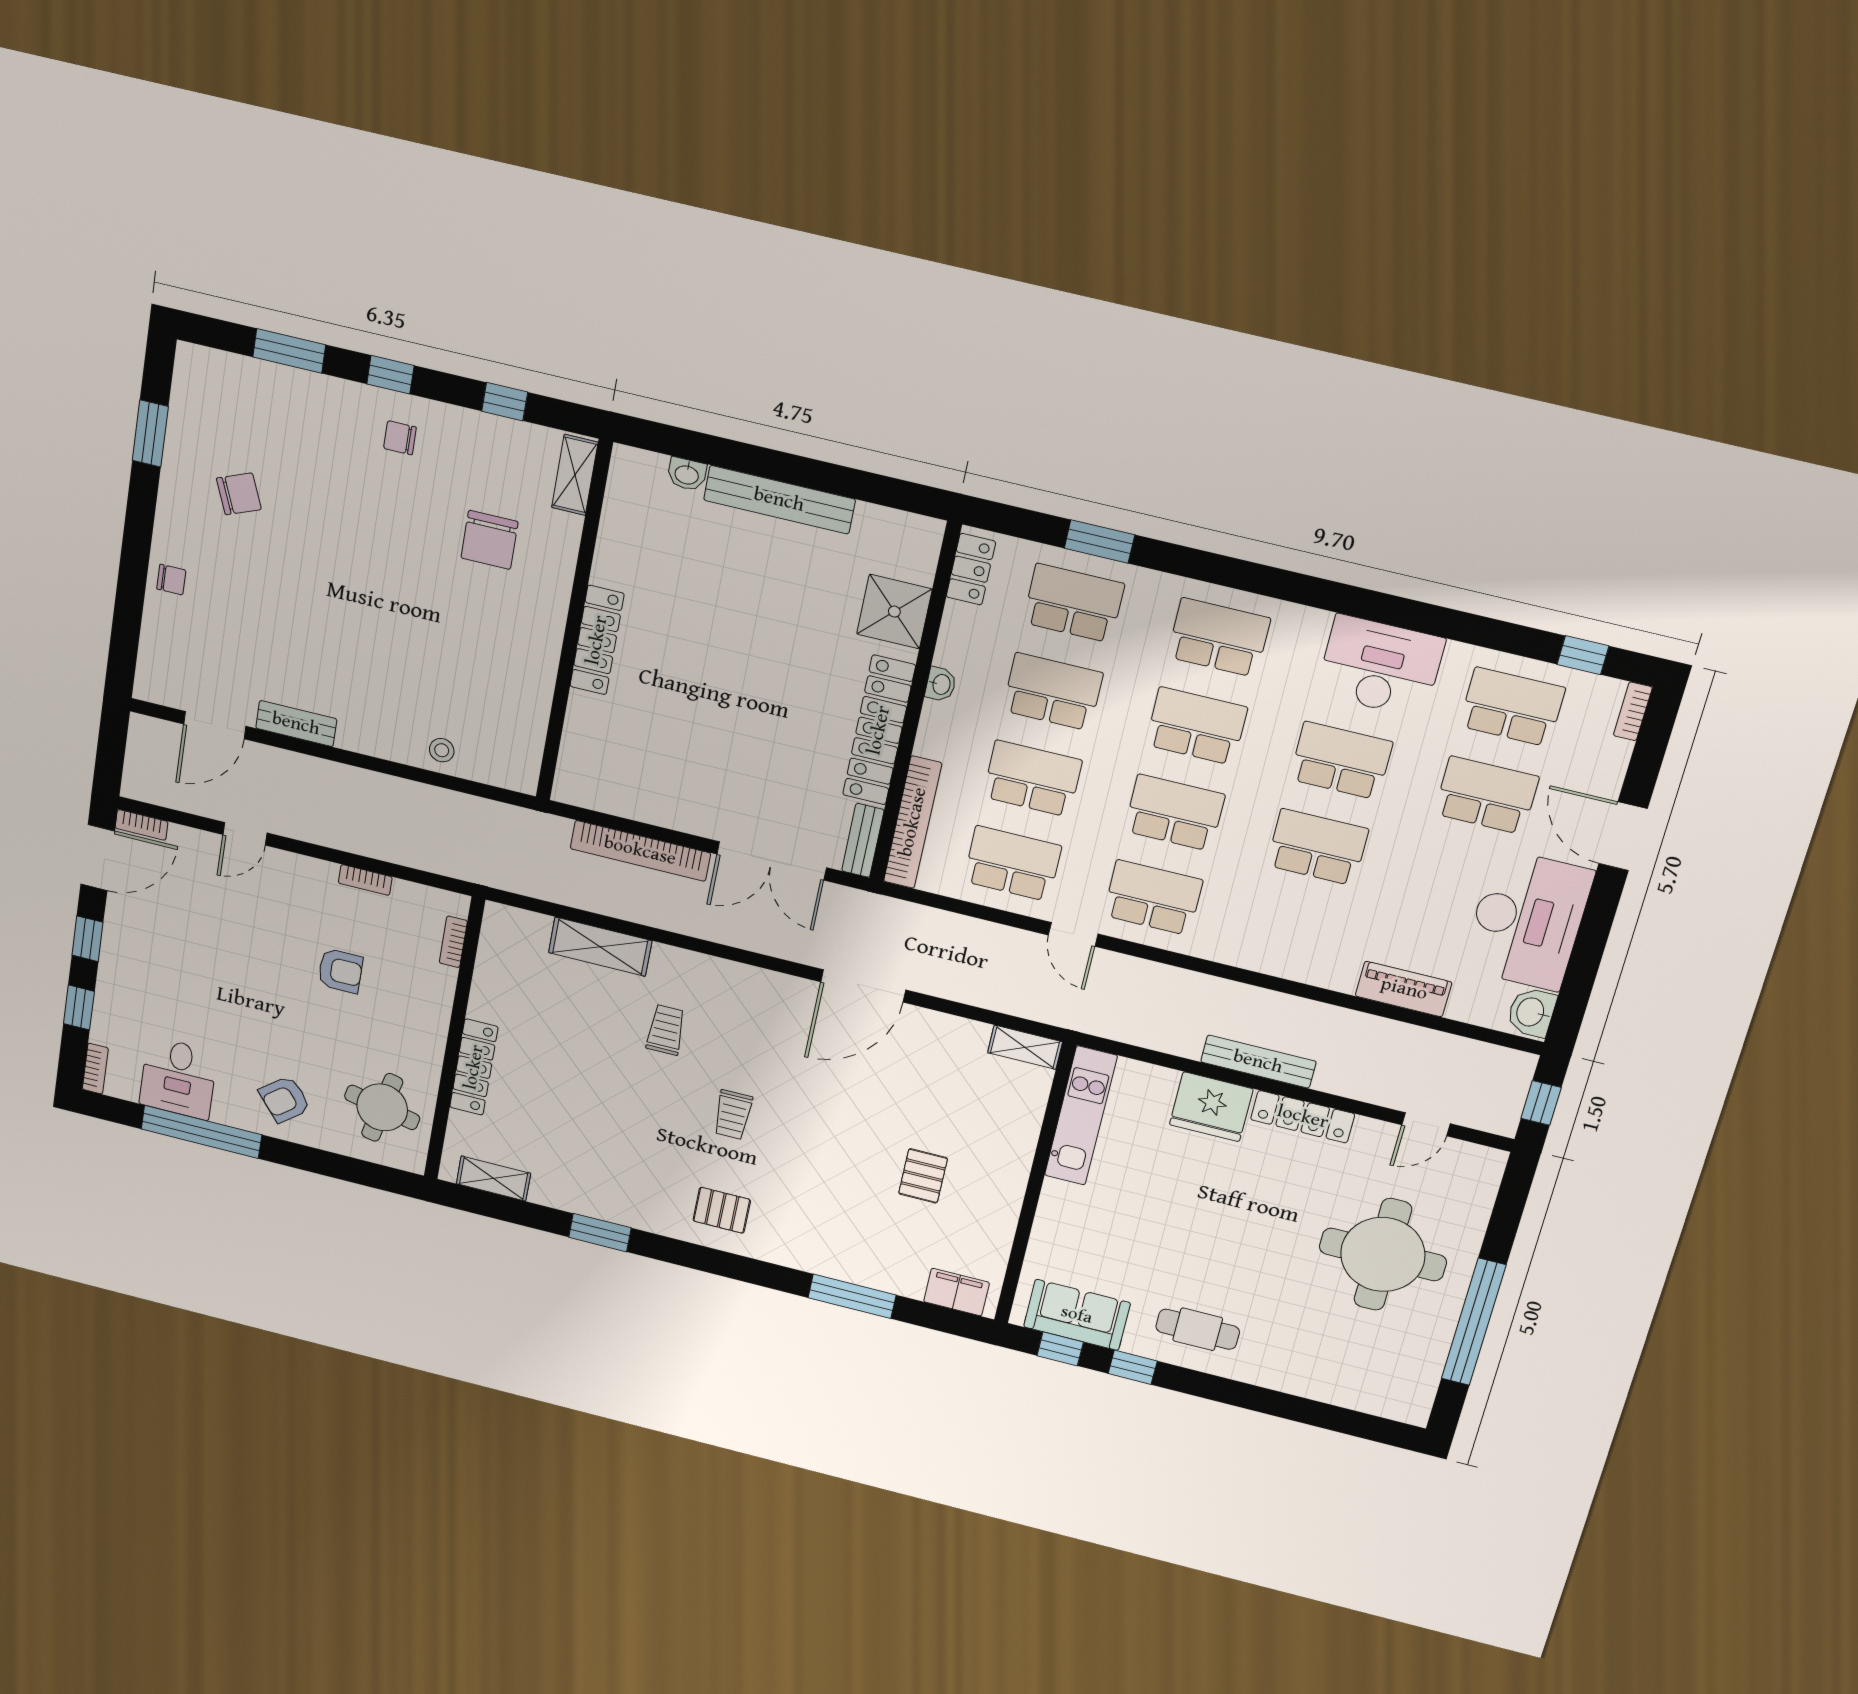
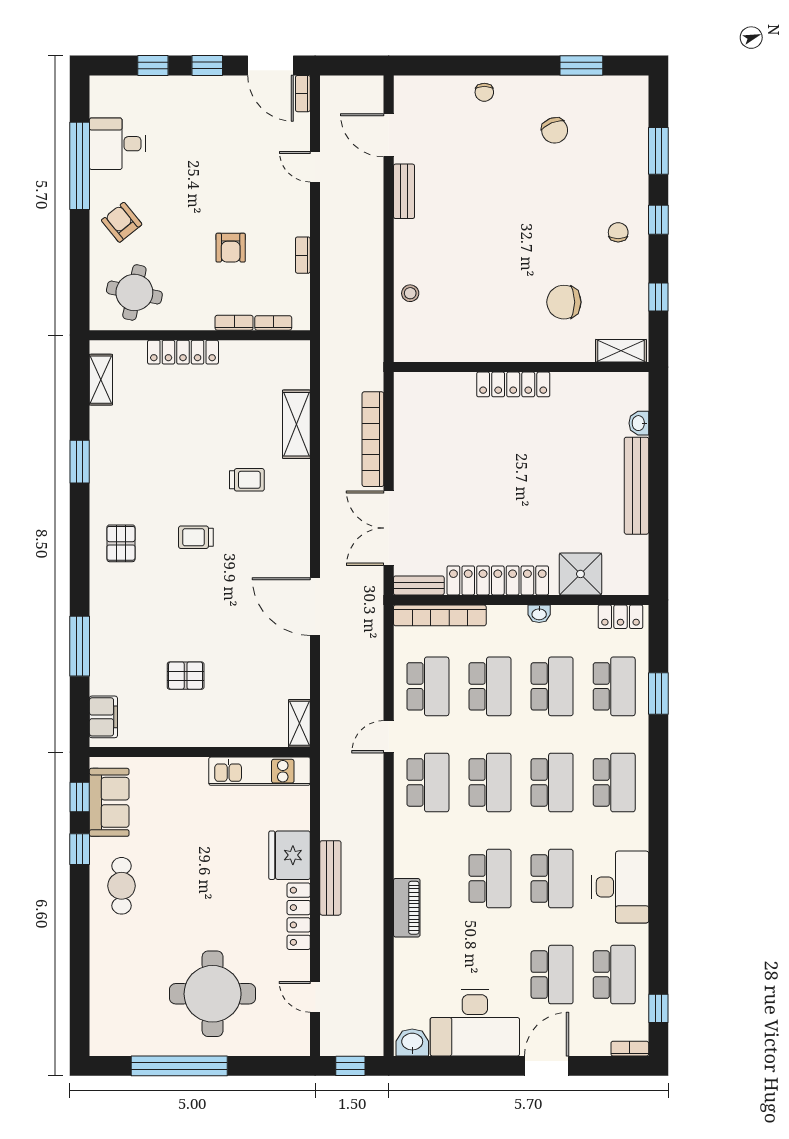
piano: (1404, 989) -> (407, 908), moved
bookcase: (95, 1069) -> (234, 323), moved, turned 180

